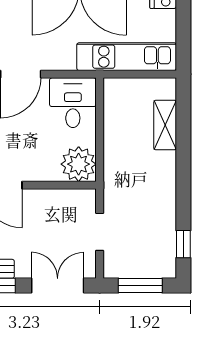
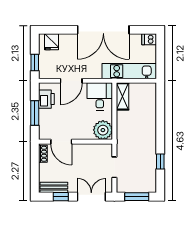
shelving: (165, 125) -> (123, 96), moved
window: (183, 244) -> (160, 161), moved

